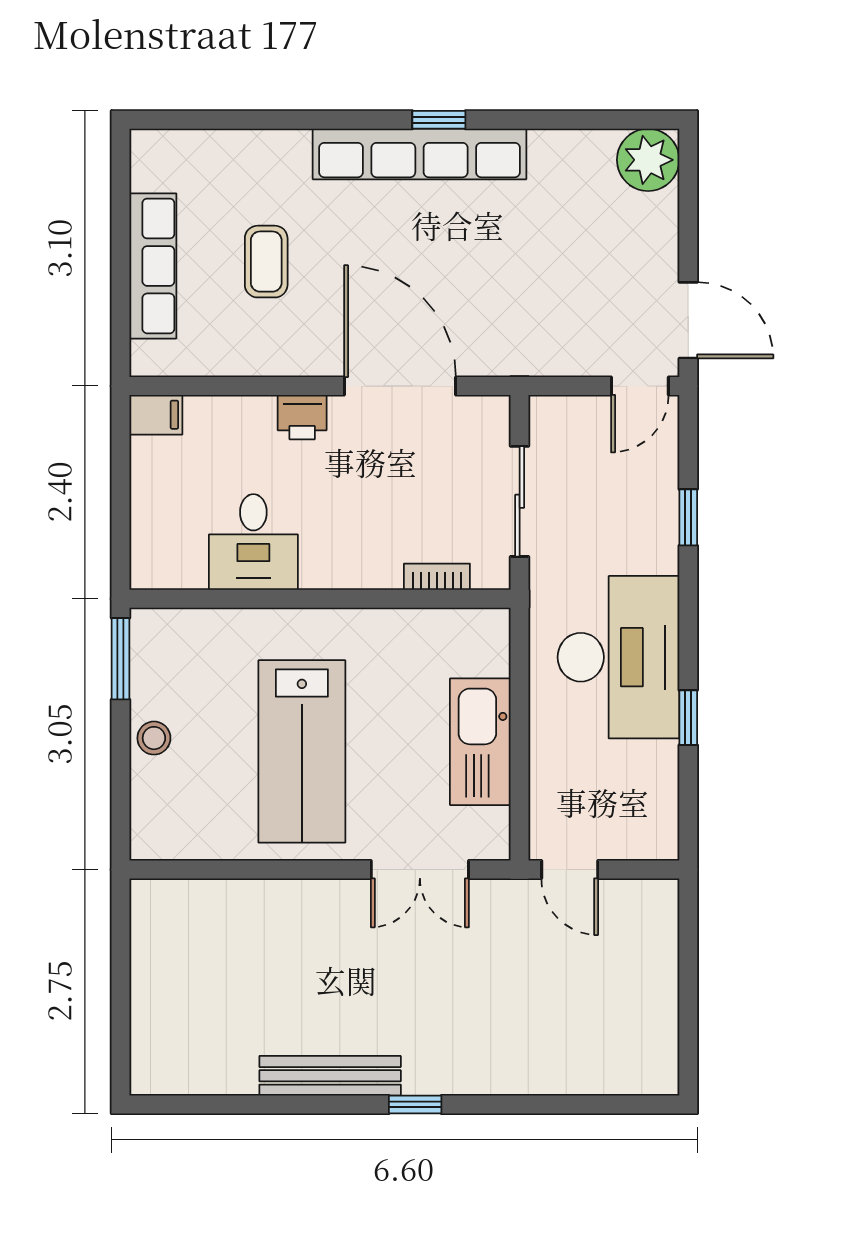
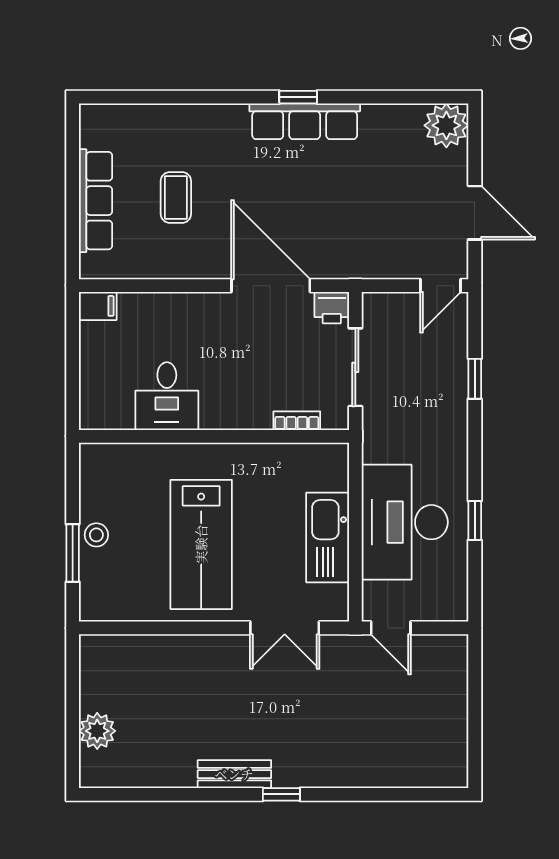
row of seats: (419, 154) -> (305, 121), width x0.73
door: (688, 320) -> (475, 213), moved
printer: (302, 417) -> (332, 308), moved
desk: (618, 657) -> (405, 522), moved, turned 180
window: (120, 659) -> (73, 553), moved
plant: (155, 1015) -> (97, 731), added
bench: (330, 1076) -> (234, 774), width x0.73

